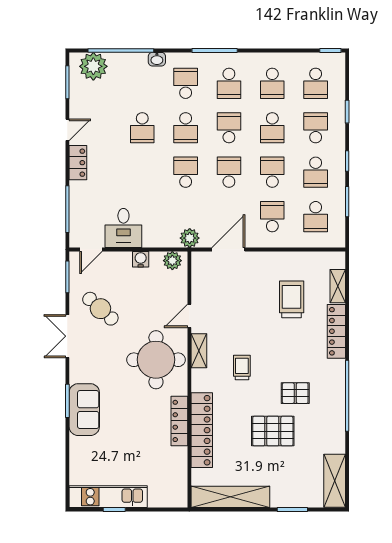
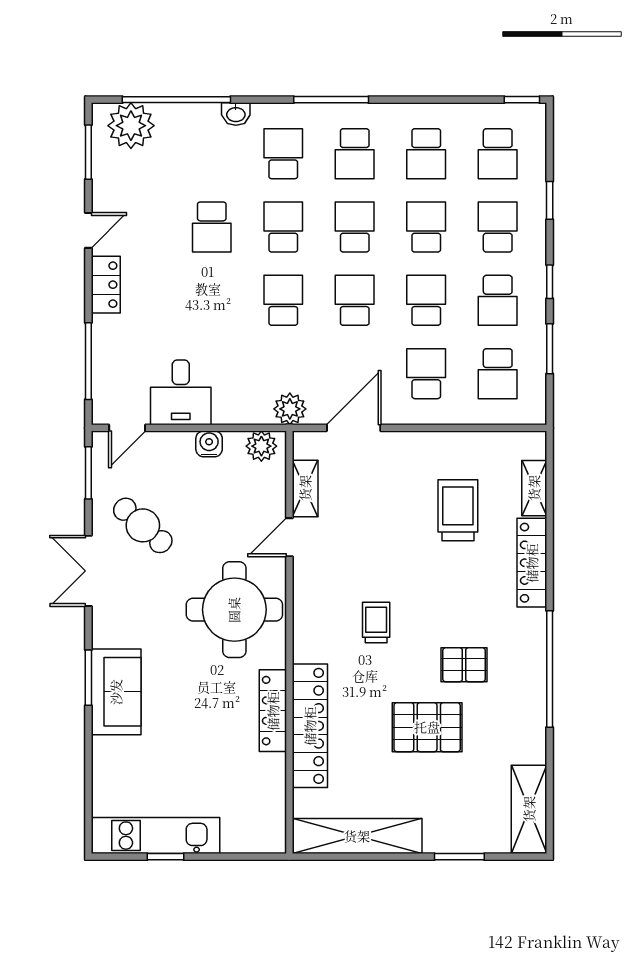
school desk: (186, 128) -> (283, 227), turned 180
school desk: (272, 128) -> (426, 227), turned 180
shelving: (199, 351) -> (305, 488), moved

